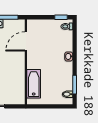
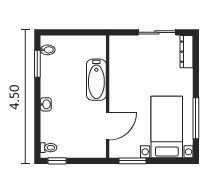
bathtub: (34, 84) -> (96, 80), moved

